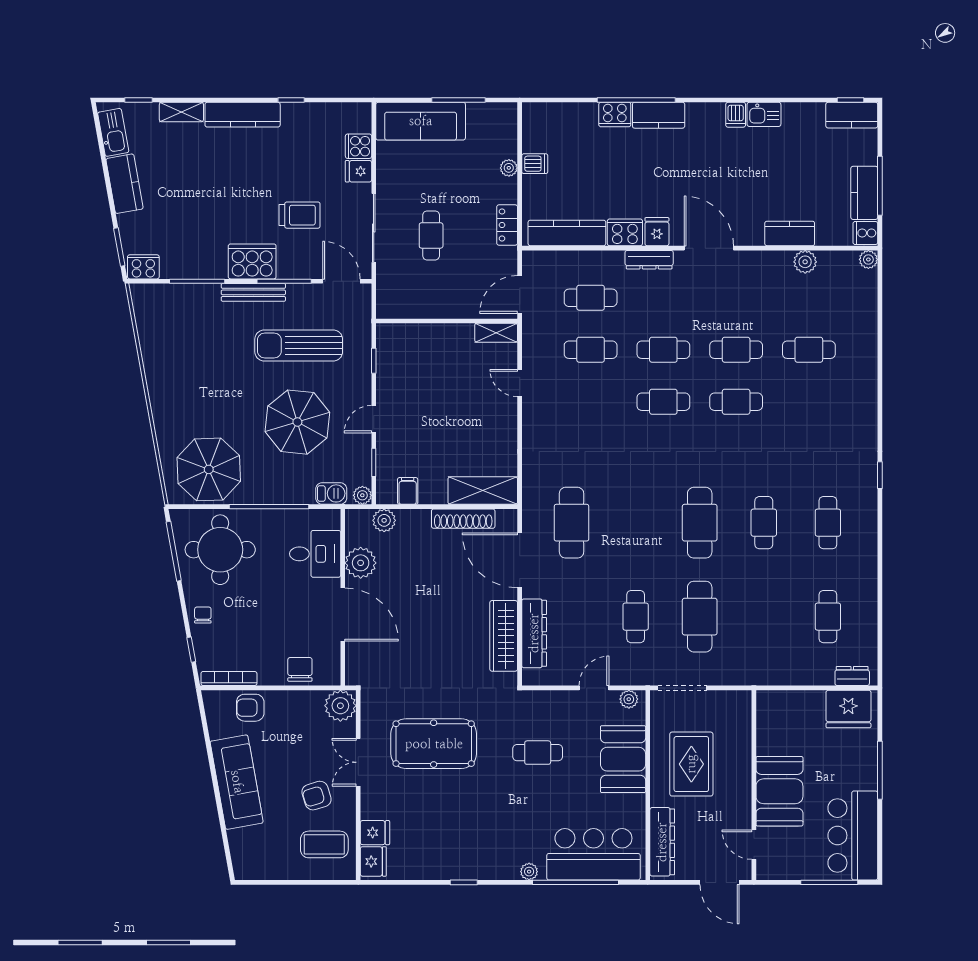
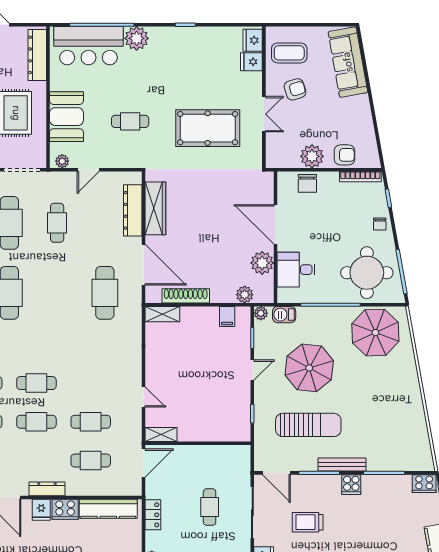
cooker: (252, 261) -> (351, 485), width x0.53, depth x0.76
shelving: (483, 491) -> (162, 314), width x0.67, depth x0.75
plant: (340, 706) -> (312, 156), moved
sofa: (237, 782) -> (348, 62), moved
plant: (529, 872) -> (137, 38), width x1.88, depth x1.88

